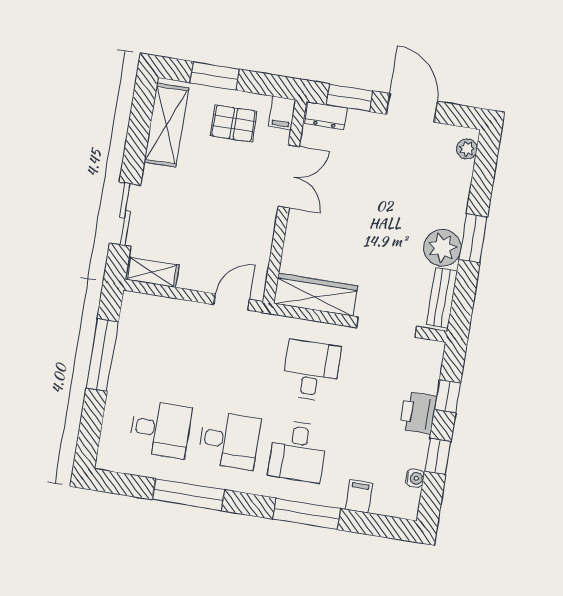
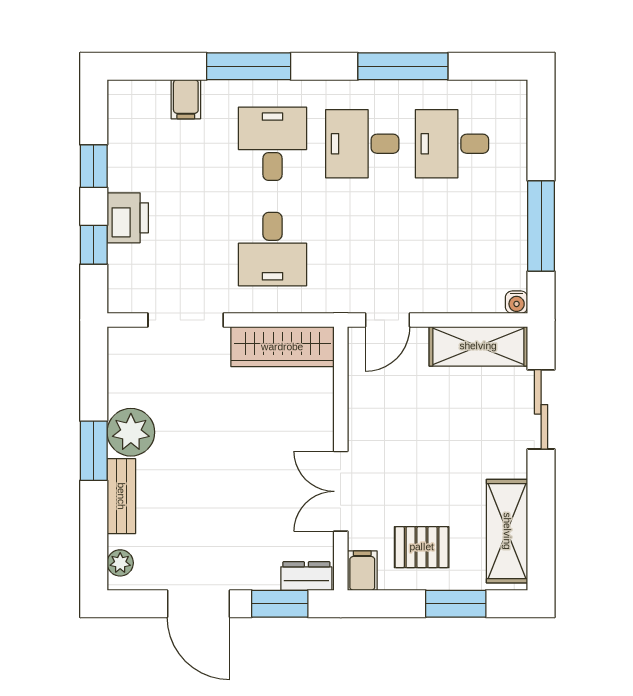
shelving: (152, 272) -> (478, 346), width x1.50, depth x1.33
bench: (442, 298) -> (121, 496), moved
water cooler: (415, 478) -> (517, 302), moved, turned -90

